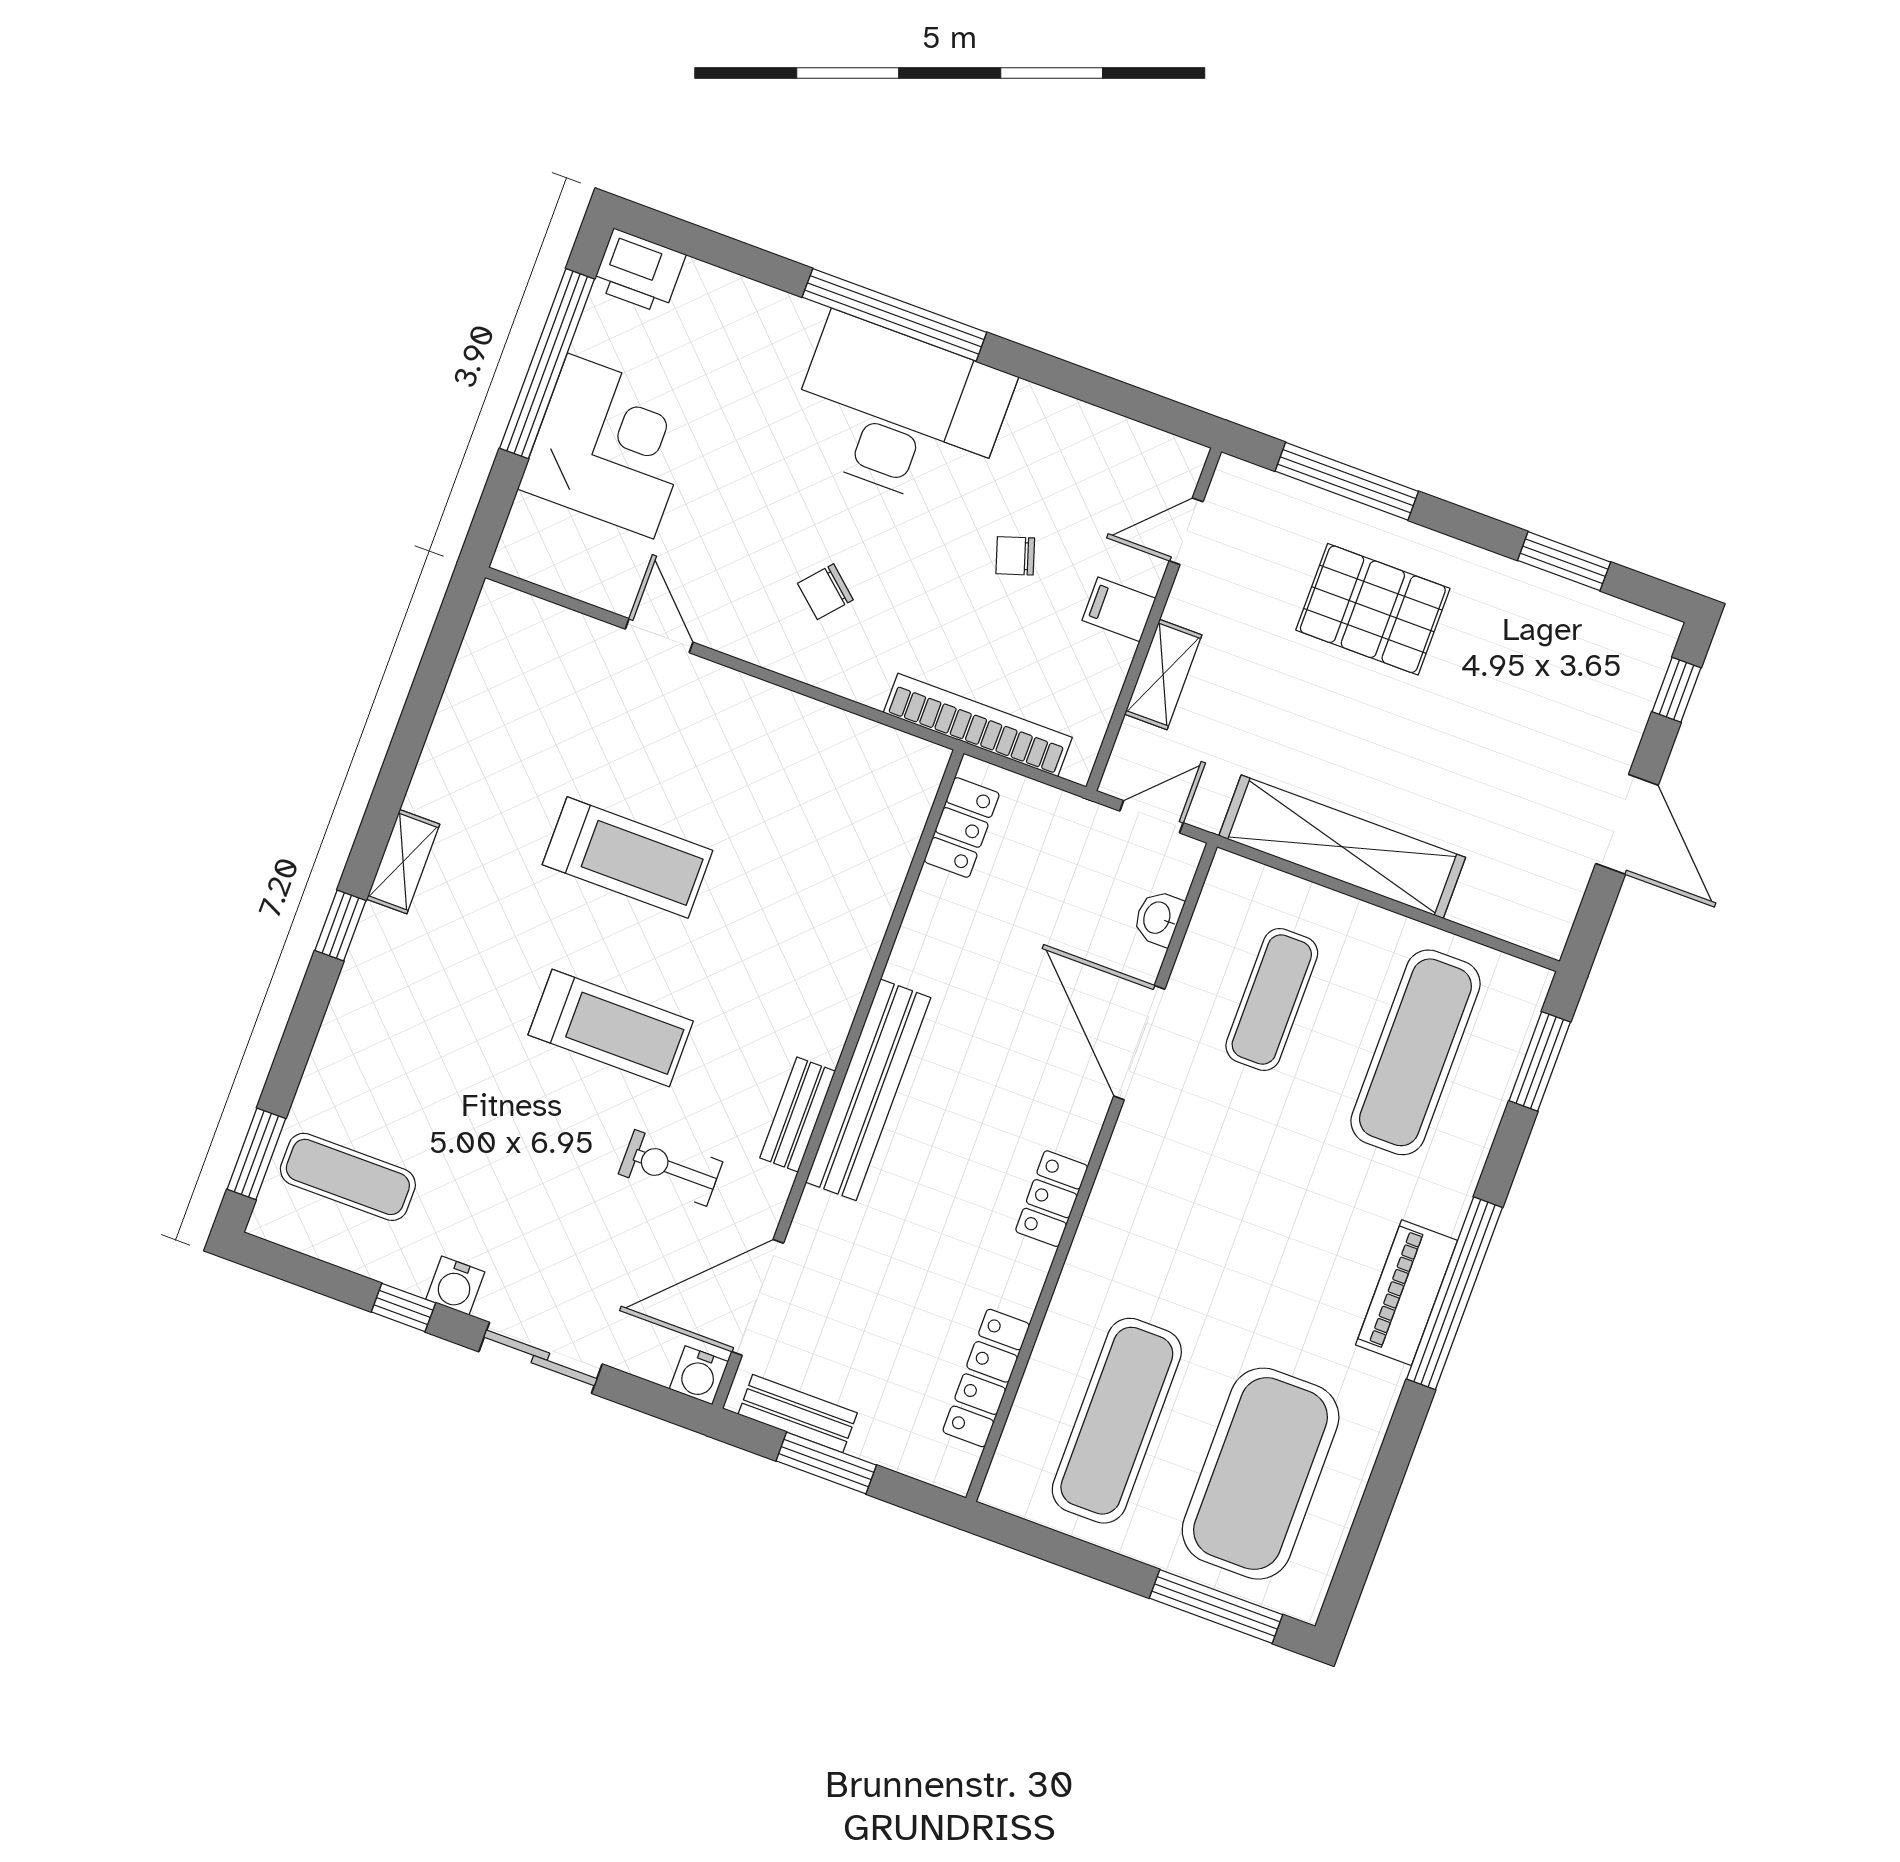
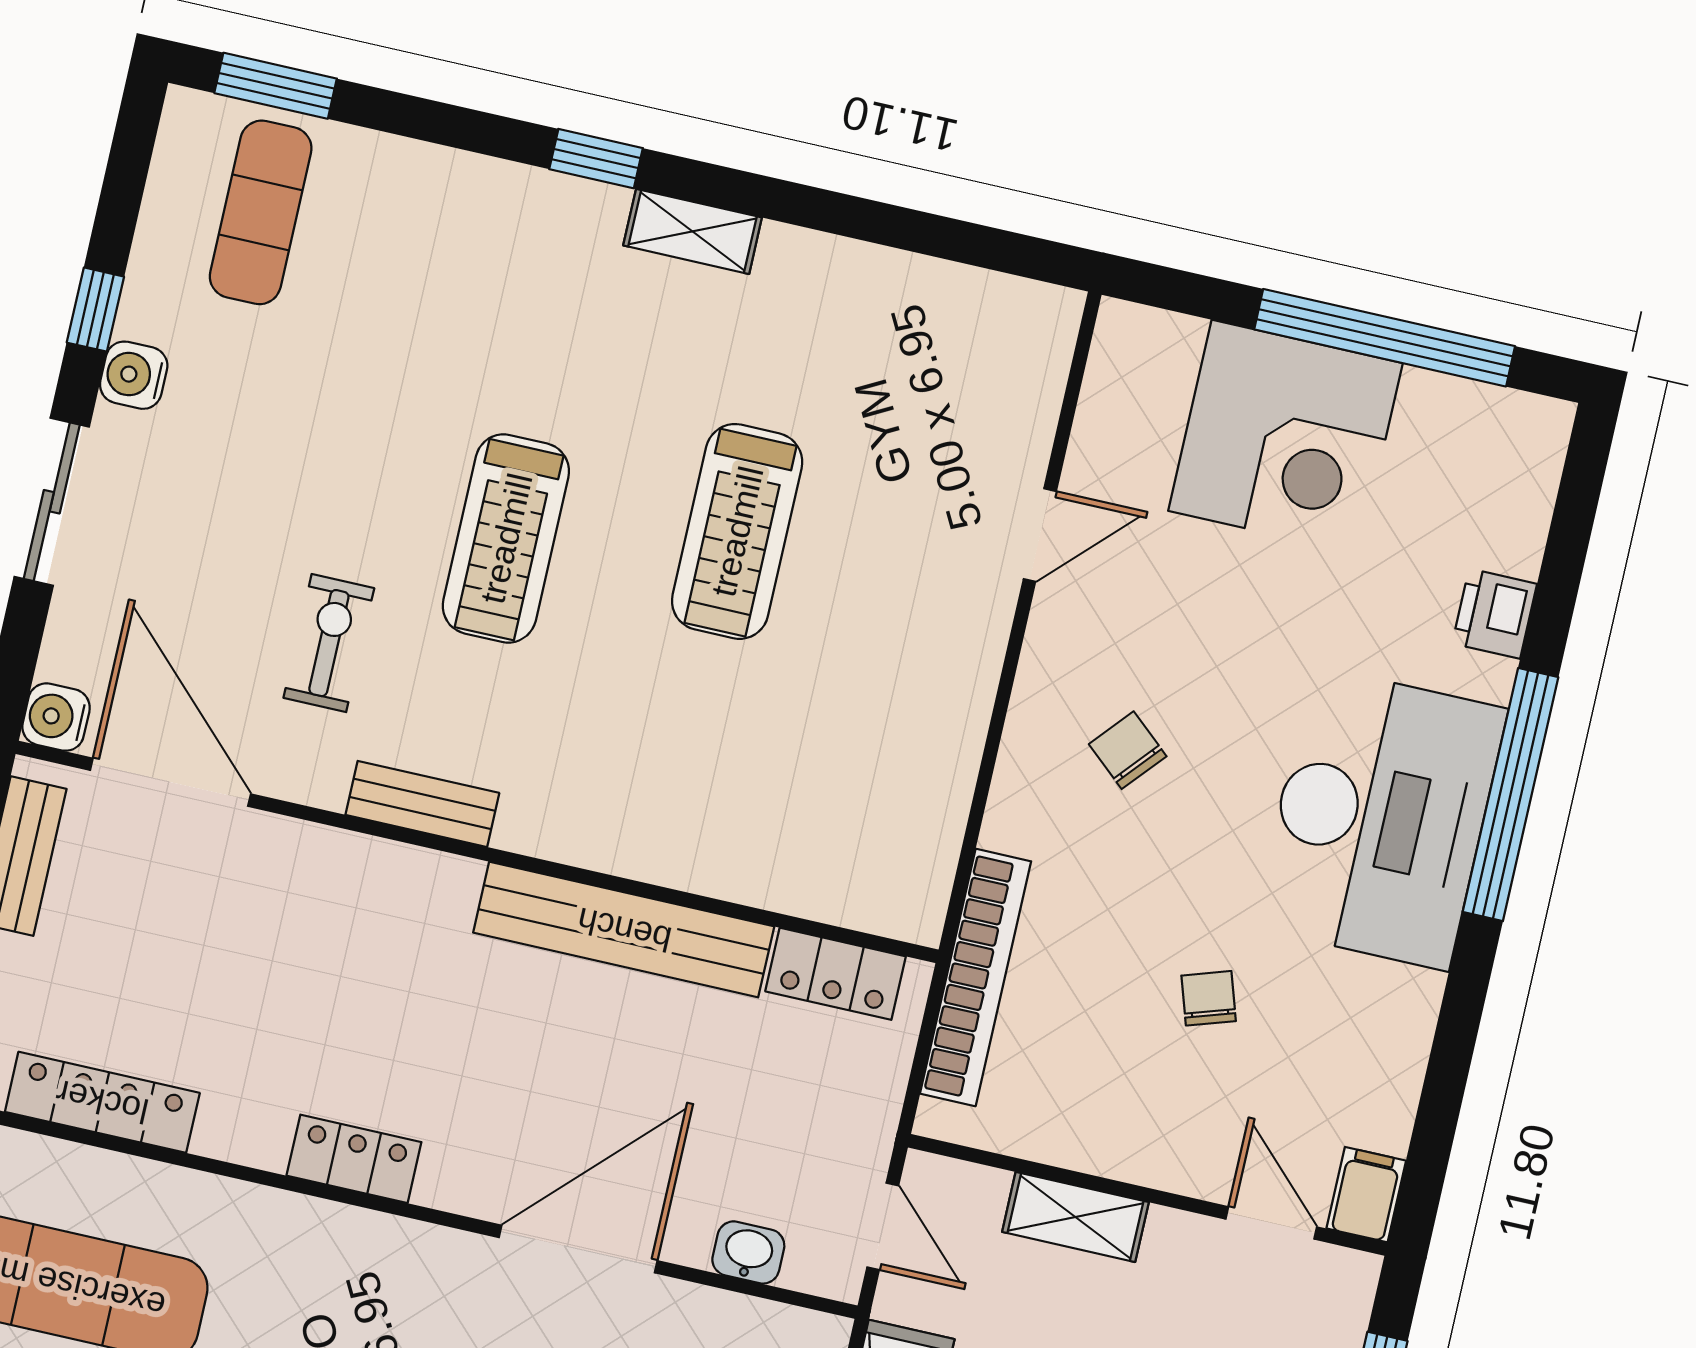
printer: (639, 271) -> (1495, 614), moved, width x0.73, depth x0.81
filing cabinet: (1119, 609) -> (1366, 1195), moved
bench: (868, 1090) -> (624, 930), moved

